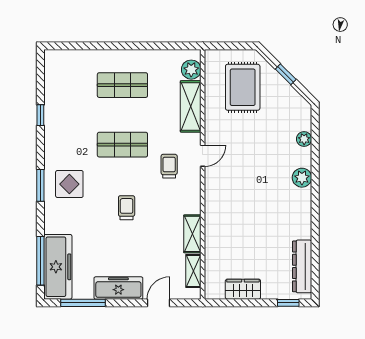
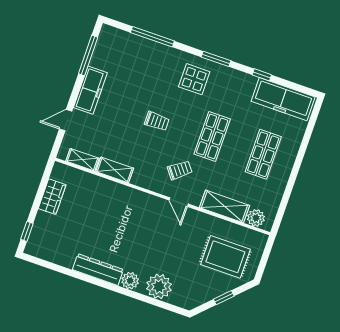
plant: (304, 139) -> (159, 286), width x1.88, depth x1.88
trolley: (169, 166) -> (180, 170), turned -38
window: (40, 185) -> (216, 59), moved
window: (40, 261) -> (152, 37), moved
dresser: (302, 266) -> (98, 270), moved
freezer: (58, 267) -> (283, 99), moved
door: (158, 303) -> (66, 120), swing flipped

